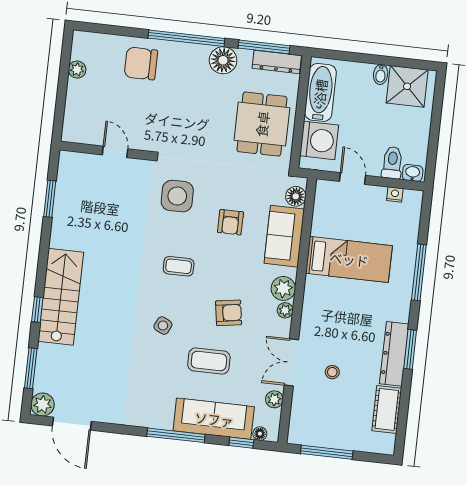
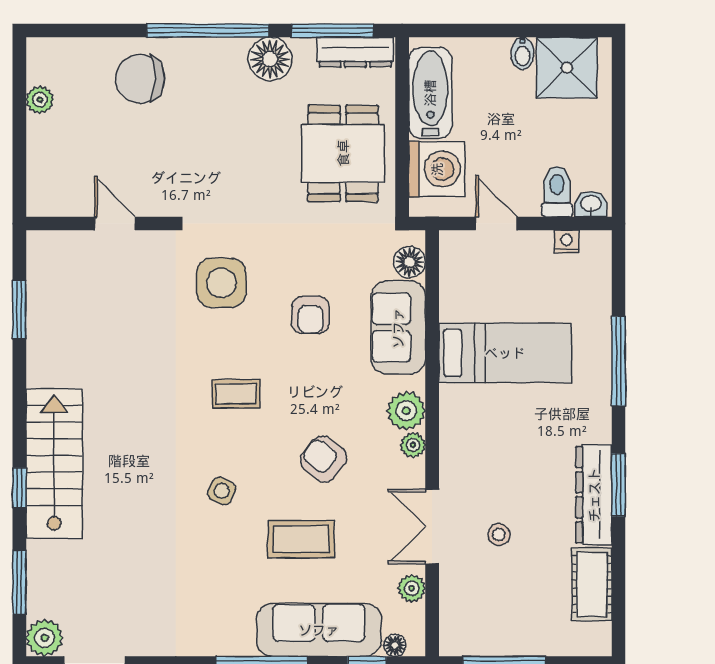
armchair: (229, 313) -> (324, 459), turned -133

